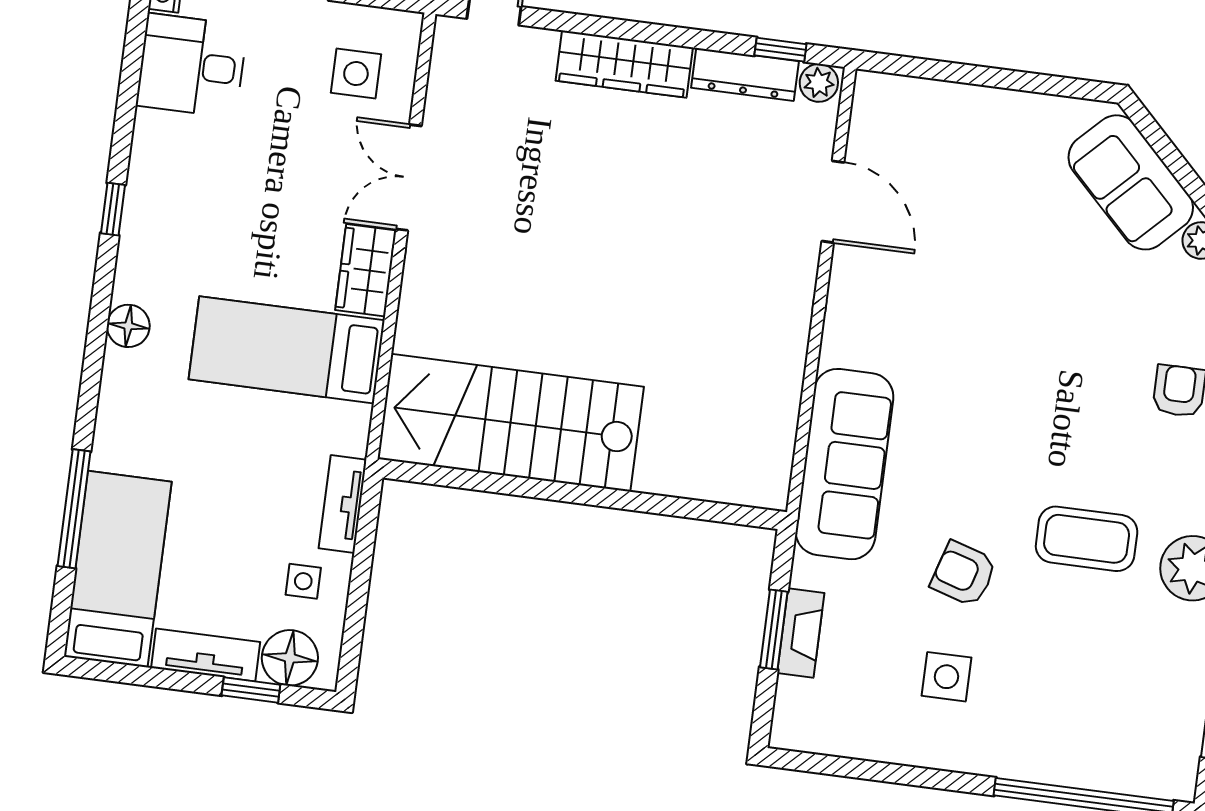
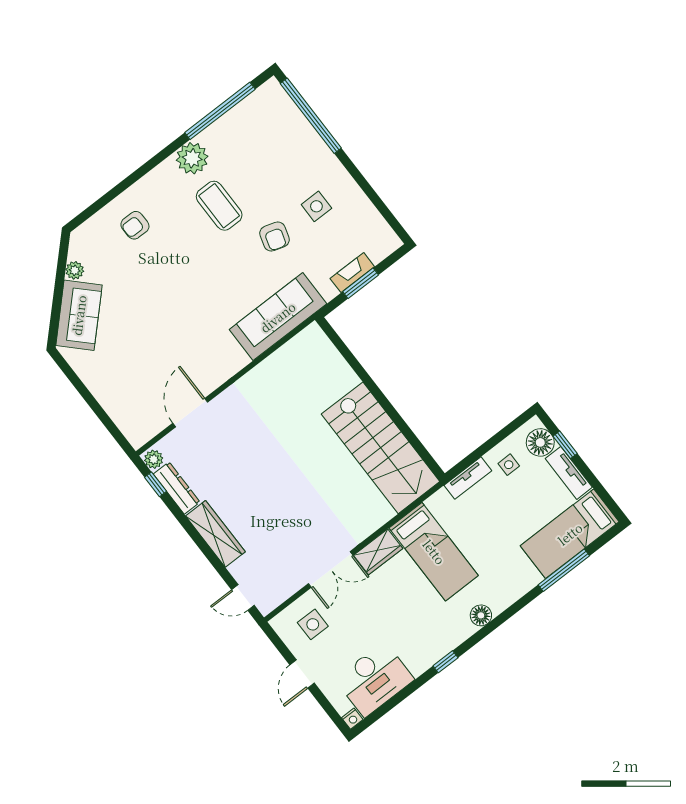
desk: (192, 66) -> (374, 679), width x1.37

